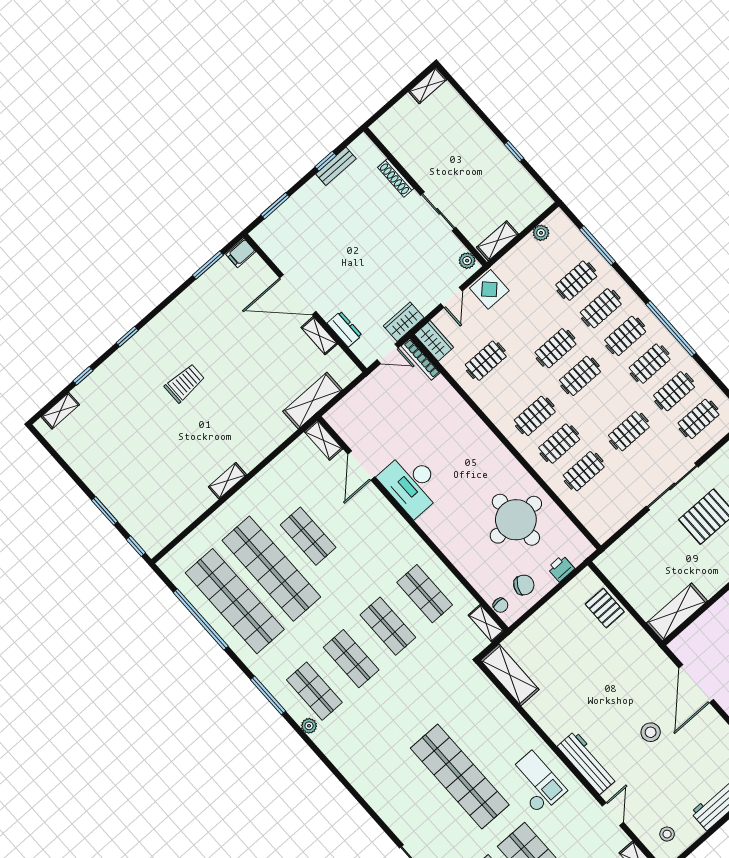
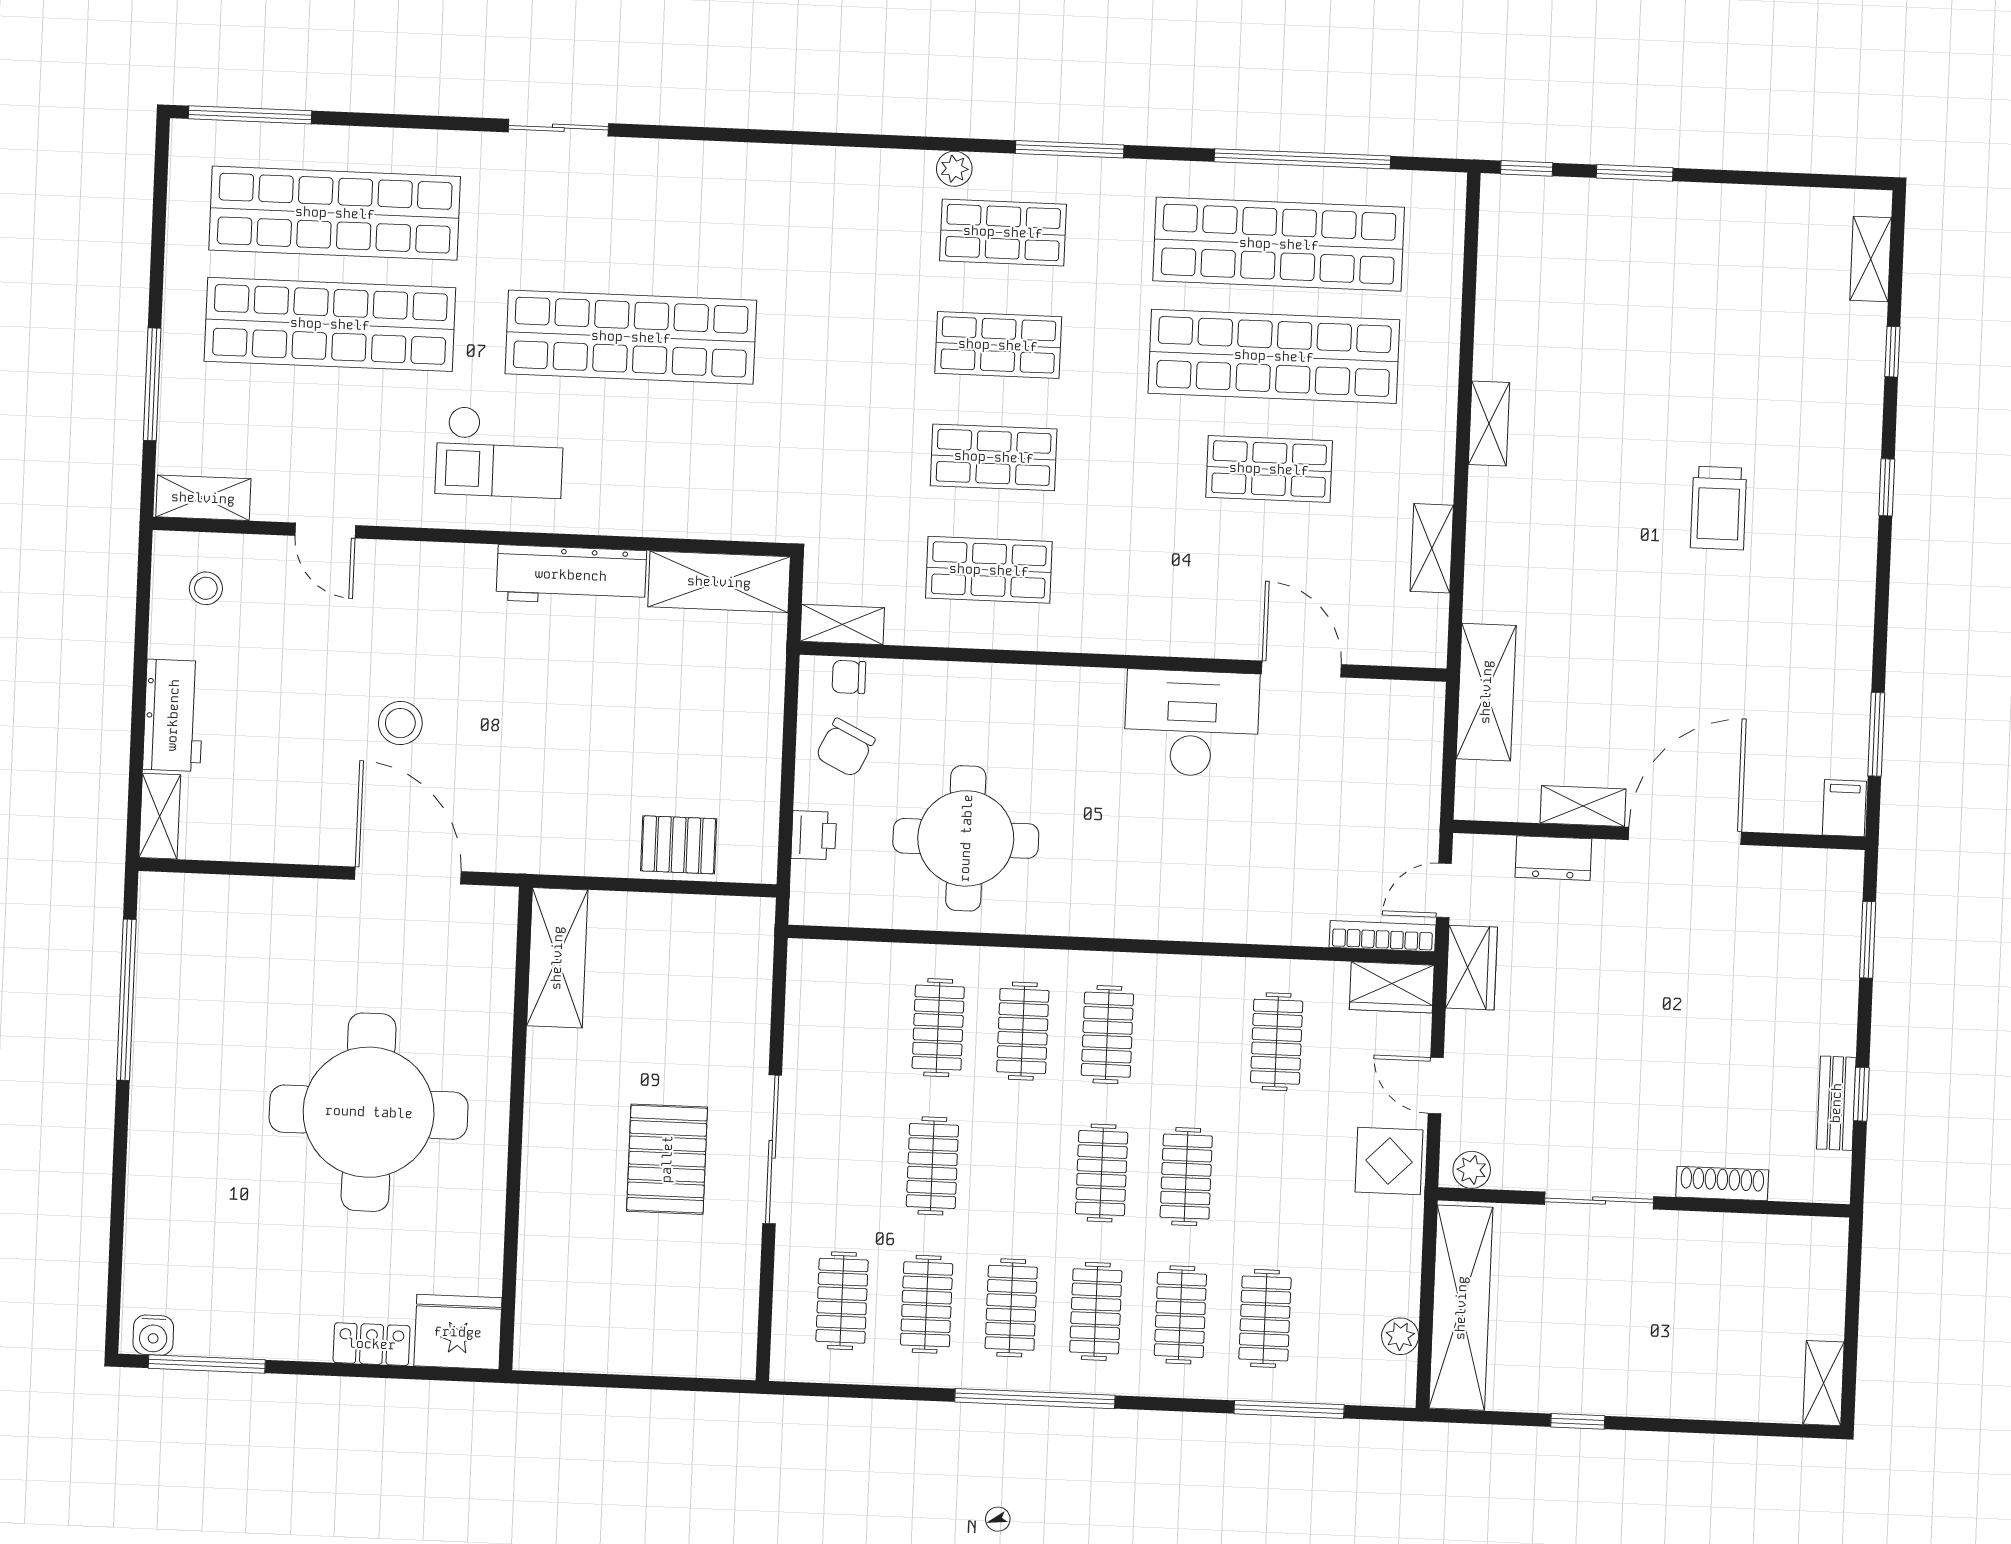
shelving: (498, 241) -> (1461, 1308), width x2.20, depth x1.33
shelving: (323, 440) -> (1432, 548), moved, turned 90
workbench: (587, 763) -> (571, 575), moved

